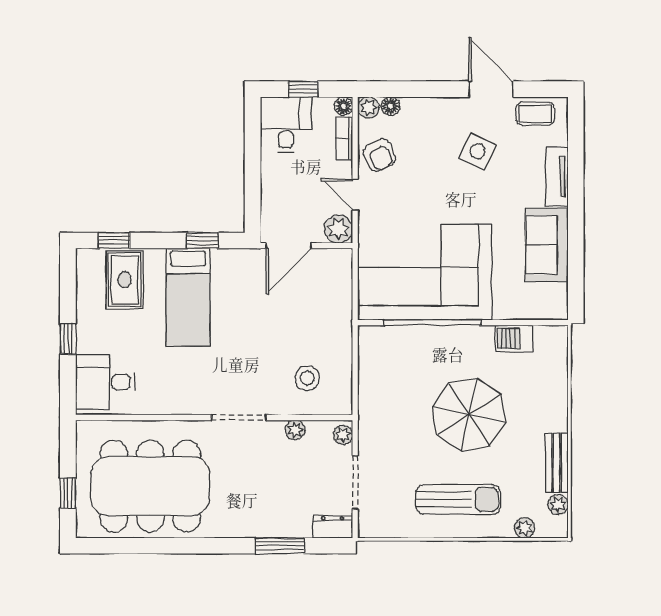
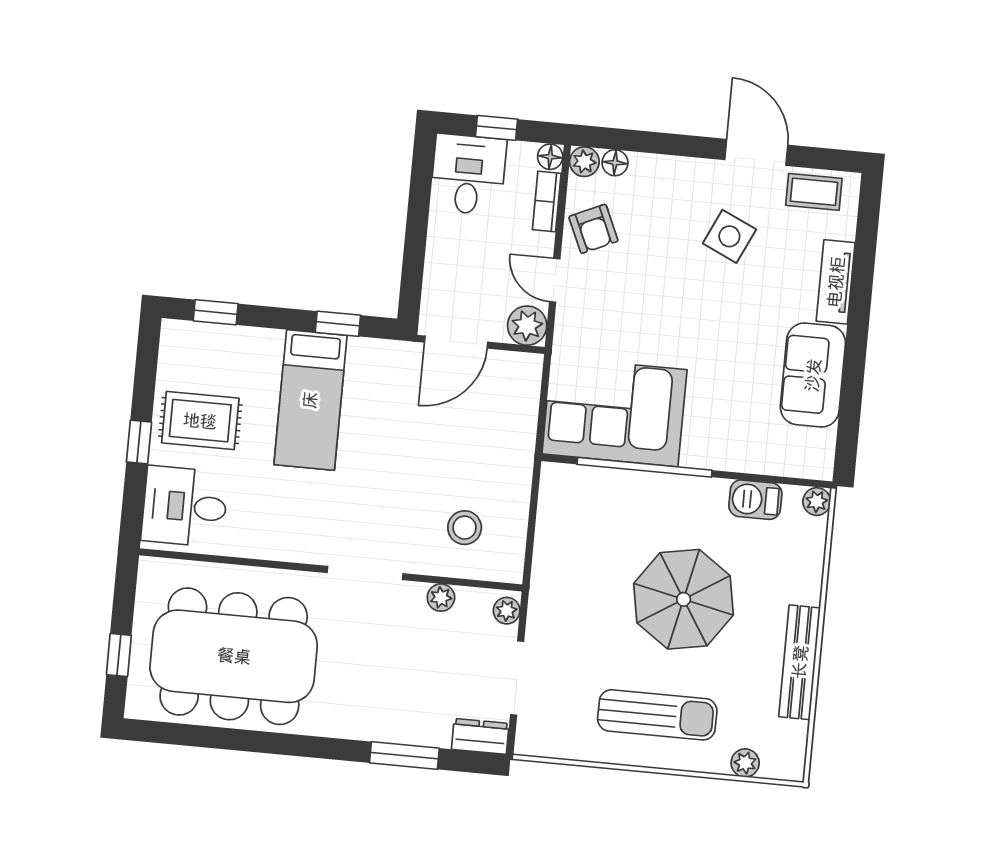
corner sofa: (425, 272) -> (614, 412), width x0.73, depth x0.74
rug: (125, 280) -> (200, 421), moved, turned 90
bench: (557, 463) -> (800, 662), width x1.36
plant: (558, 504) -> (817, 502), moved

